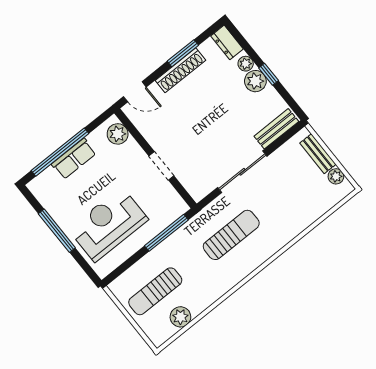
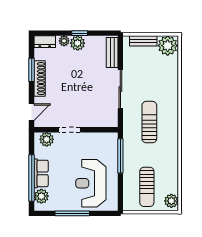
doorway: (161, 166) -> (70, 130), moved
plant: (336, 176) -> (168, 46), width x1.88, depth x1.88
plant: (48, 180) -> (41, 196), added
plant: (180, 317) -> (171, 201), moved

